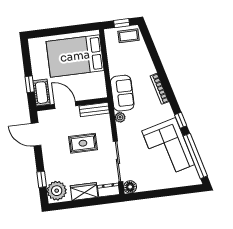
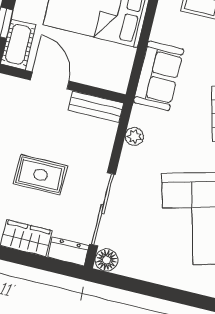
sofa: (122, 93) -> (159, 76), moved
rug: (83, 143) -> (40, 175), moved

